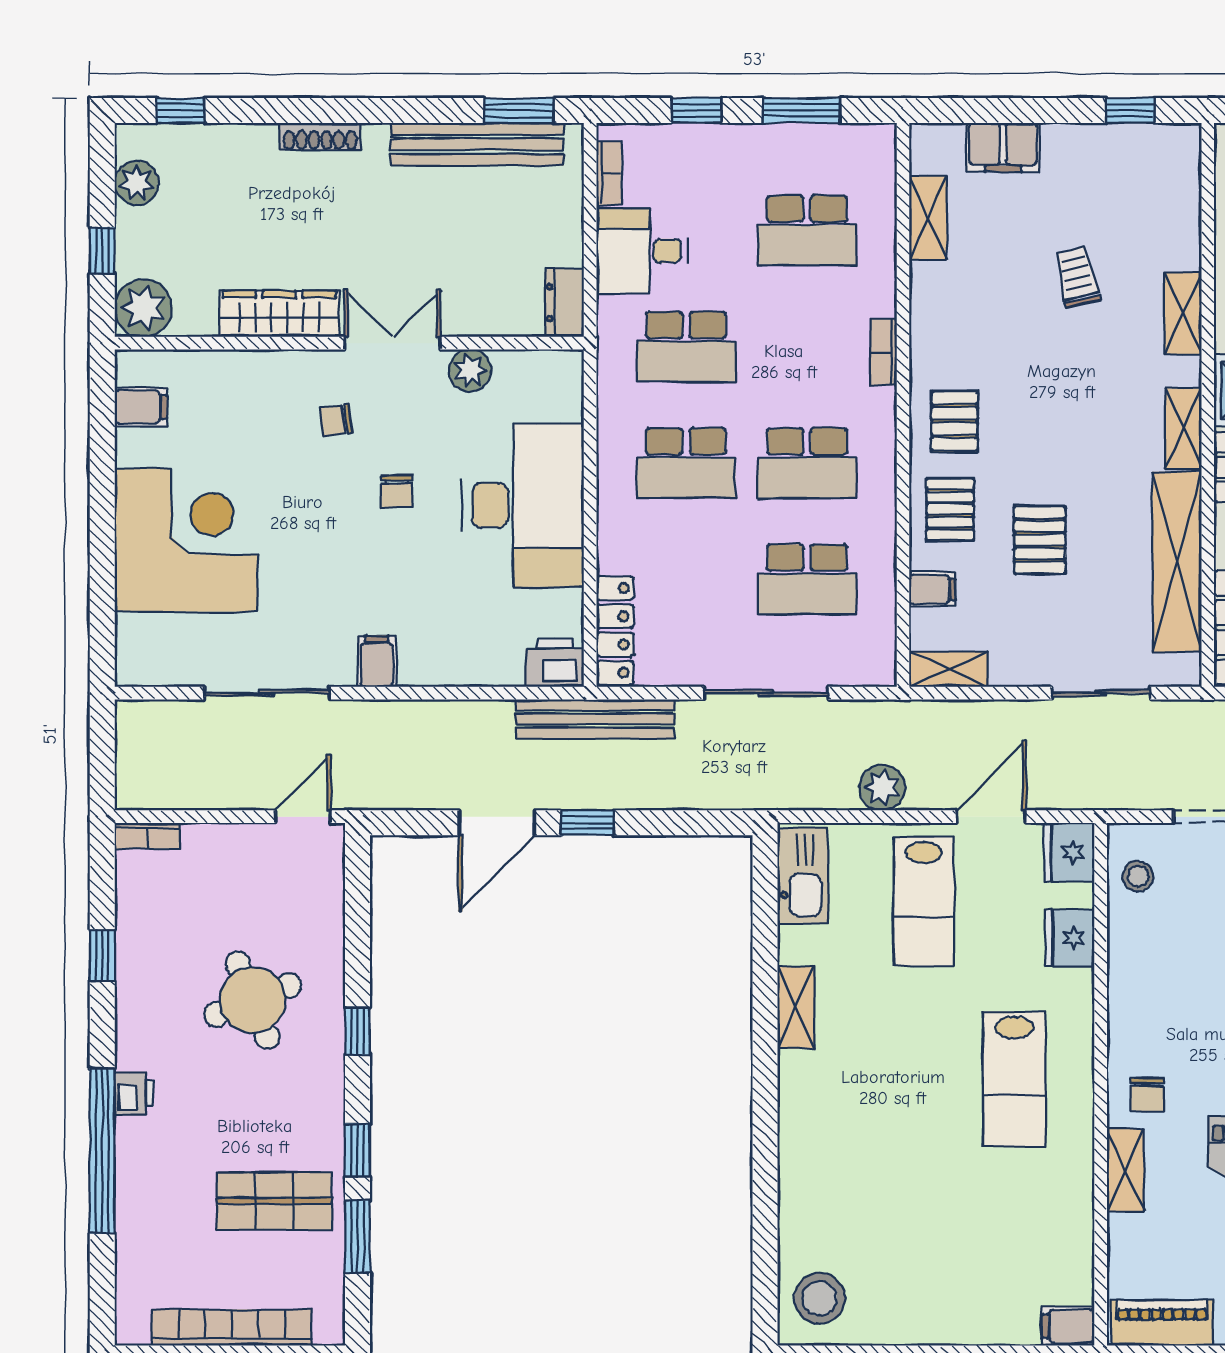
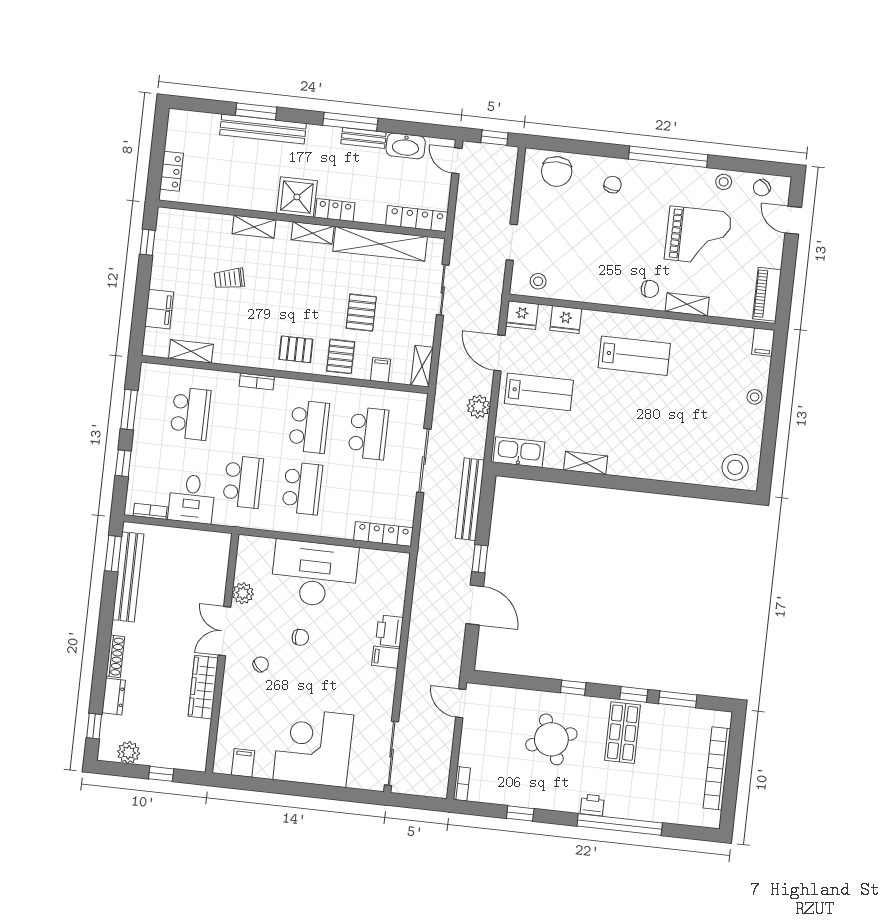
dresser: (565, 303) -> (114, 696), moved, turned -90
plant: (143, 308) -> (193, 756), removed
chair: (336, 420) -> (261, 664), turned -125
pallet: (950, 509) -> (341, 356), turned 90
pallet: (1040, 540) -> (361, 313), turned 90
printer: (555, 663) -> (389, 631), moved
sliding door: (267, 693) -> (392, 753), moved
bench: (595, 719) -> (470, 499), moved
shop shelf: (274, 1201) -> (623, 733), moved
stool: (960, 1321) -> (755, 397), added

